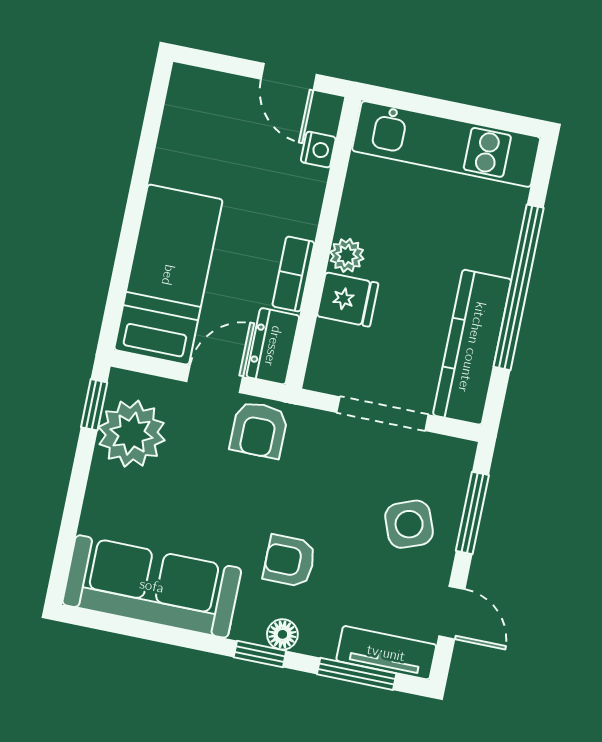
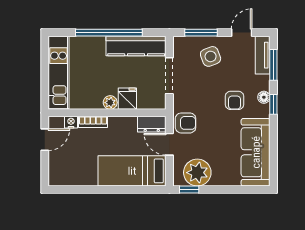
bookcase: (293, 274) -> (93, 122), moved

